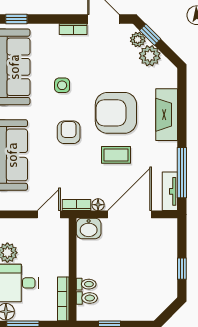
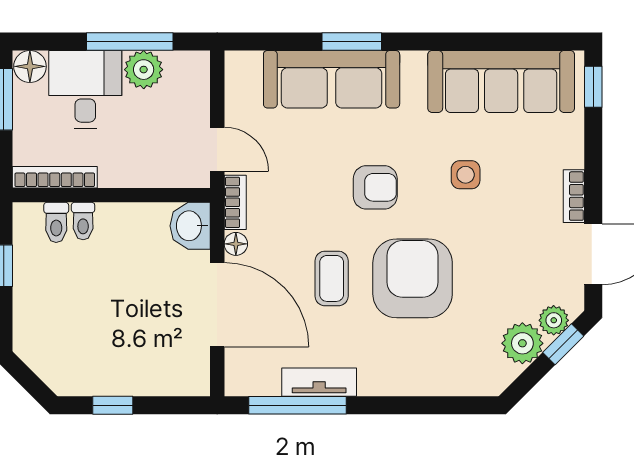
fireplace: (167, 115) -> (409, 376), removed
tv unit: (170, 191) -> (319, 382), moved

